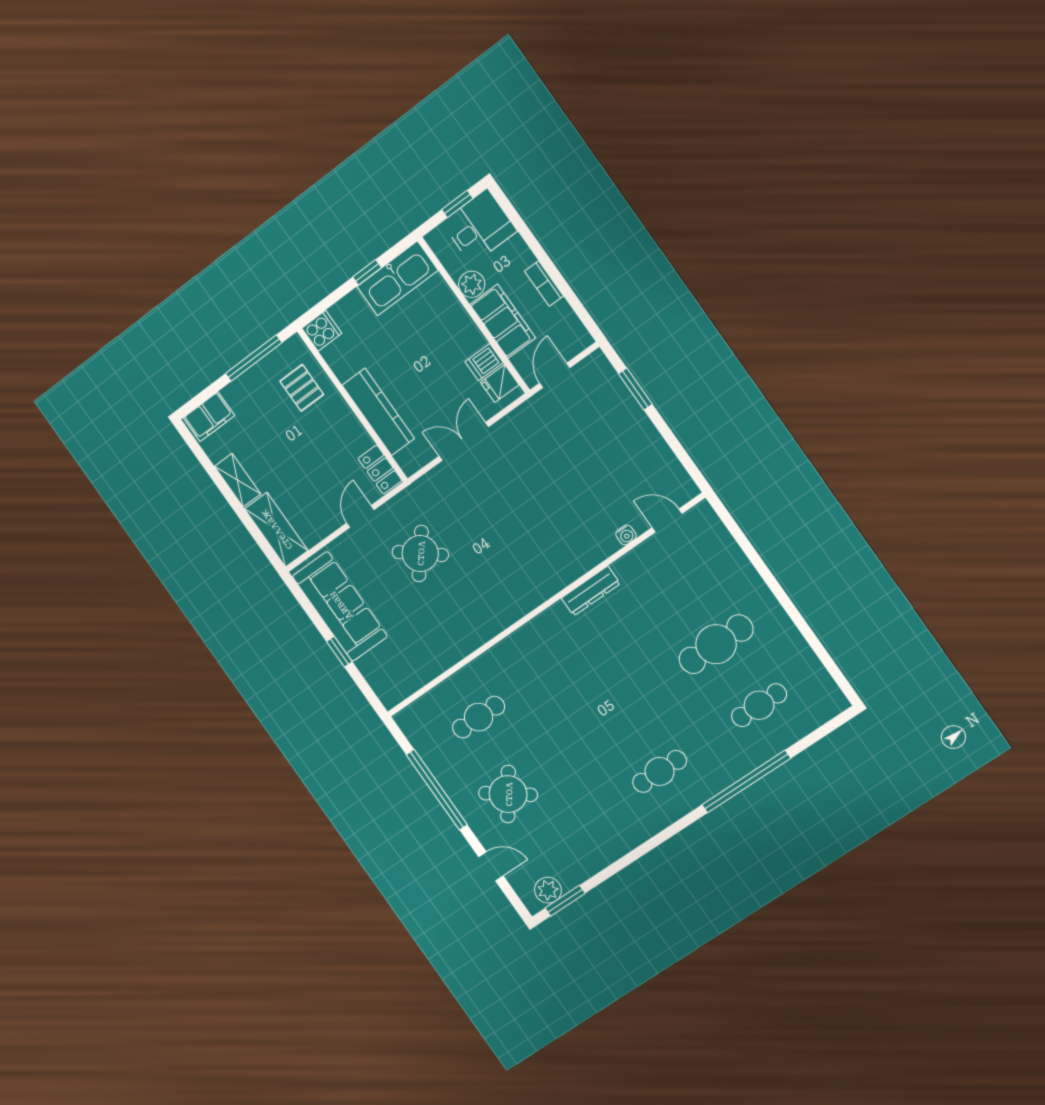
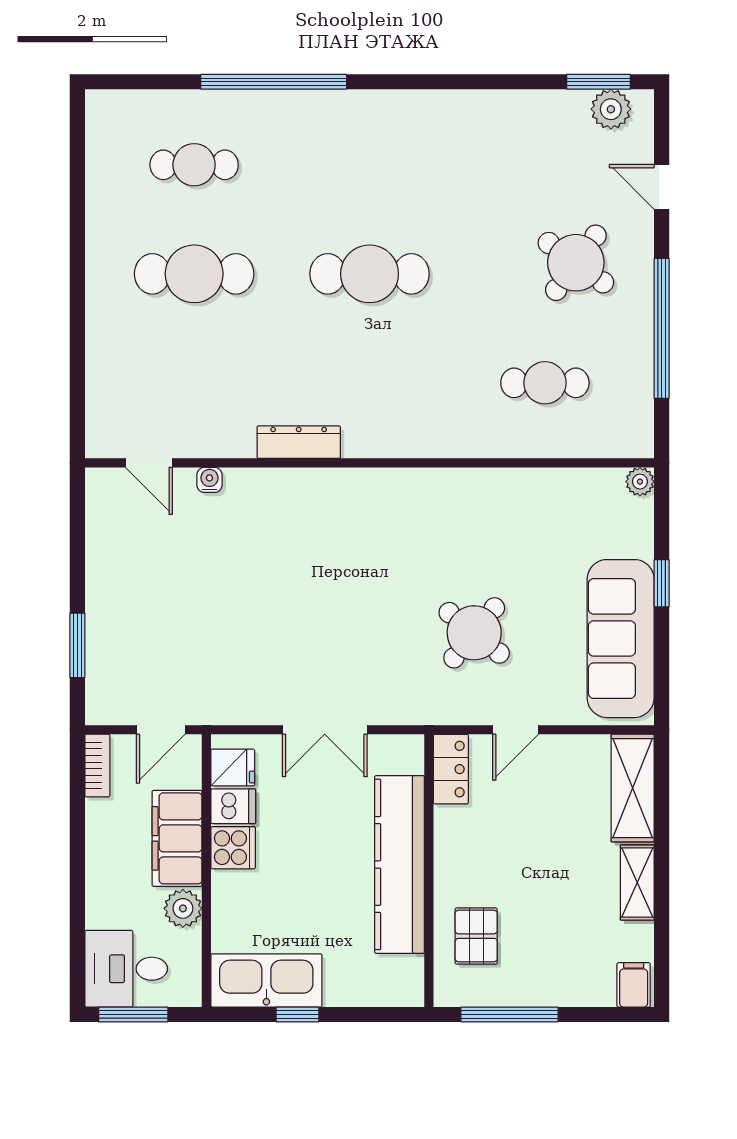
window: (457, 204) -> (133, 1014), width x1.50
bookcase: (544, 284) -> (97, 766), moved
cooker: (322, 331) -> (233, 848), moved, turned 180
kitchen counter: (378, 412) -> (400, 864), width x1.39, depth x1.17
filing cabinet: (209, 417) -> (634, 985), width x0.50
plant: (390, 699) -> (640, 482), added
cafe table: (660, 771) -> (370, 274), moved, width x1.37, depth x1.35

